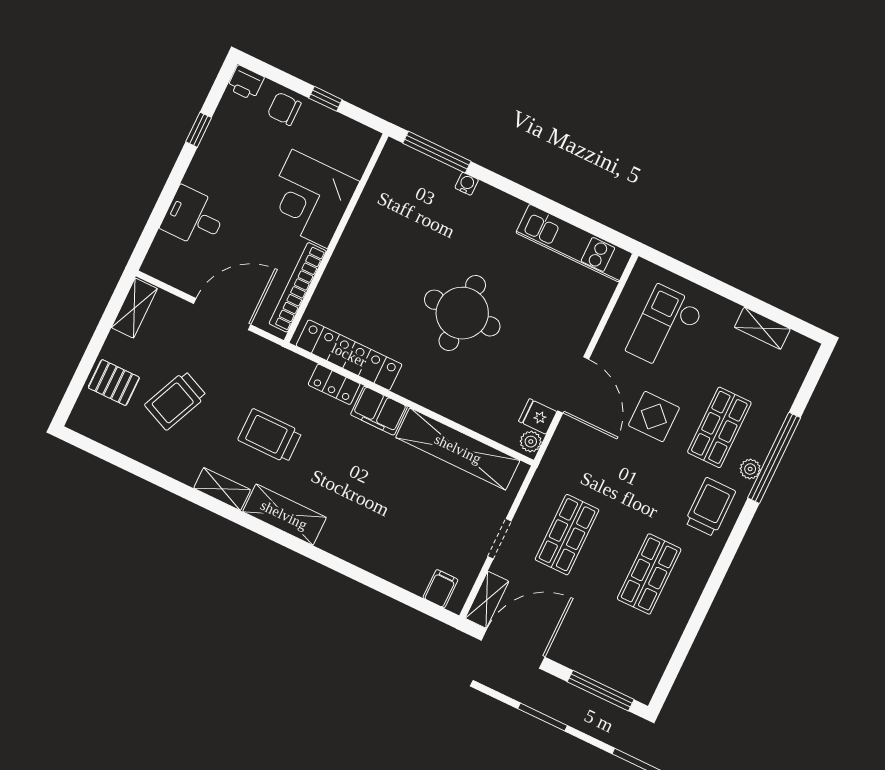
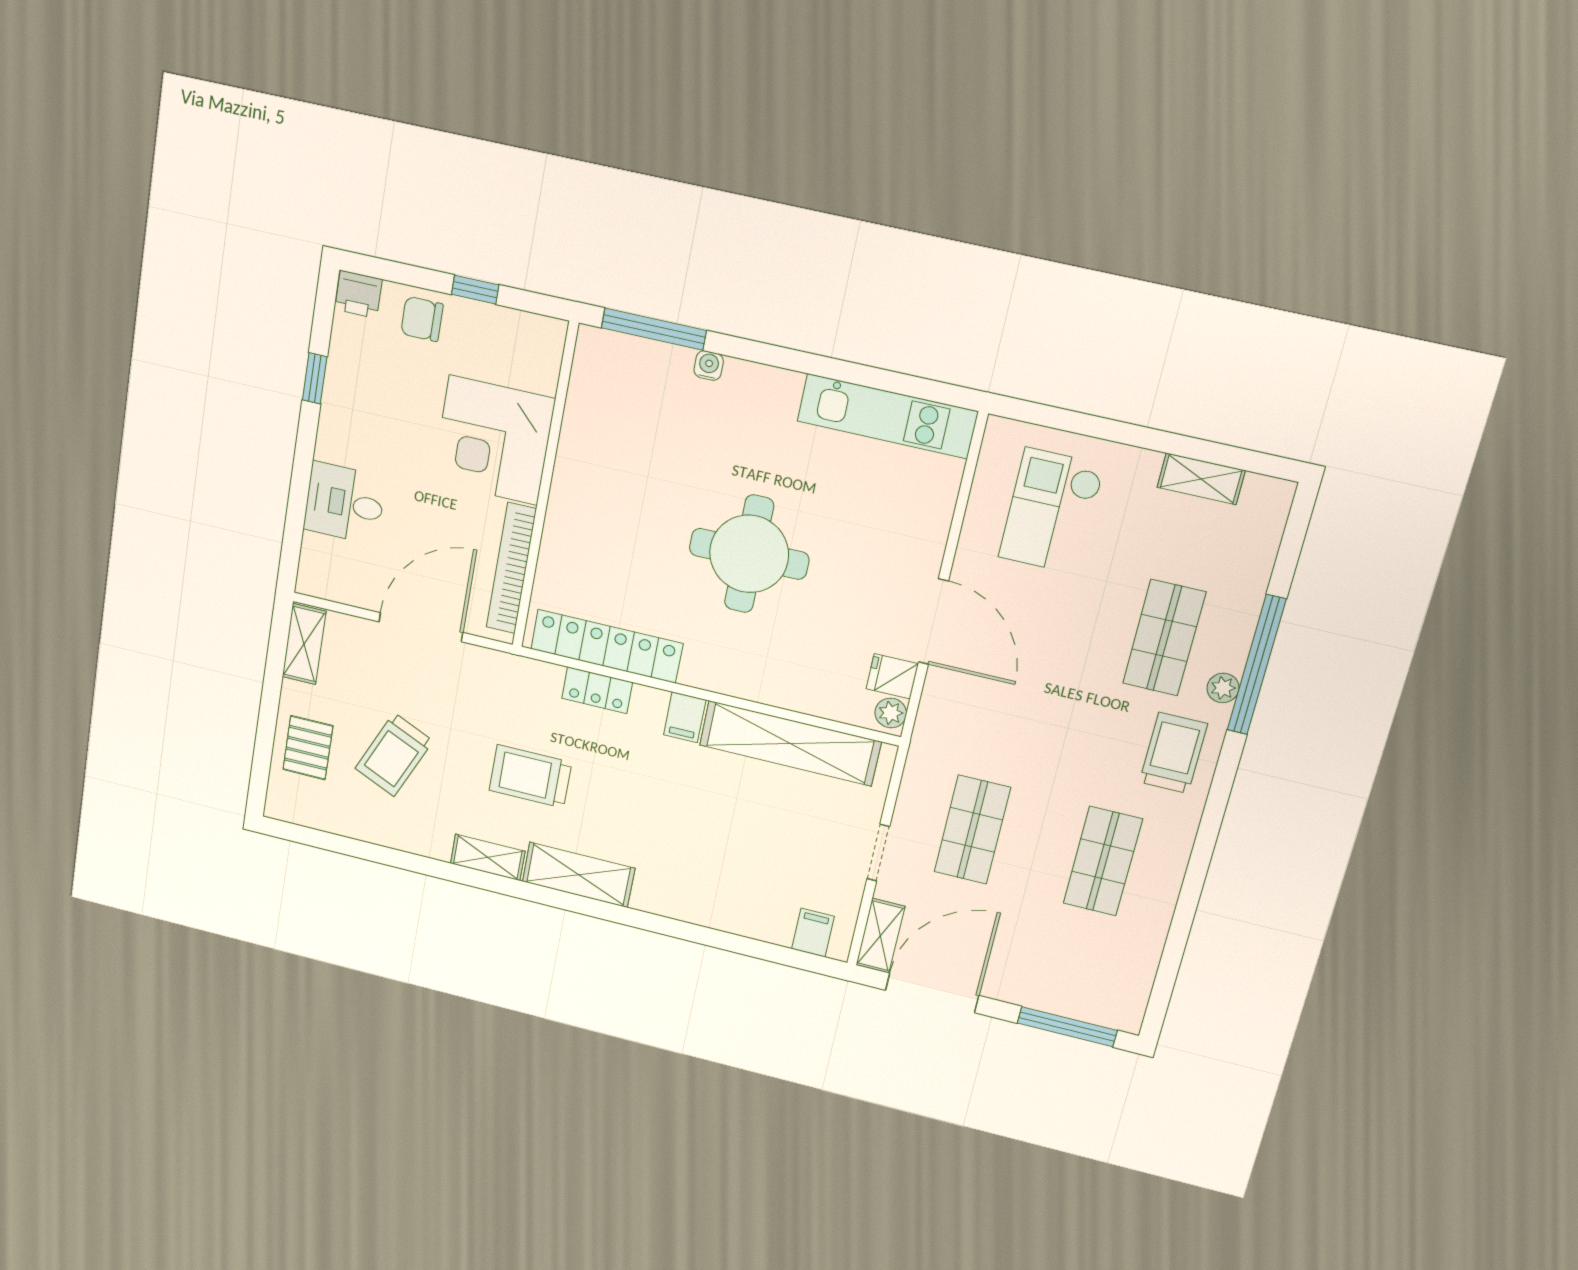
pallet: (114, 383) -> (308, 748), turned 90
filing cabinet: (379, 411) -> (685, 717), width x0.50
display table: (654, 417) -> (1062, 642), removed

